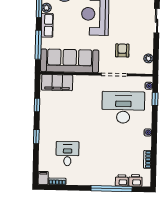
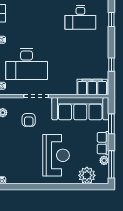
window: (38, 45) -> (111, 124), width x0.69
window: (36, 137) -> (111, 19), moved
desk: (67, 154) -> (80, 17), width x1.37

